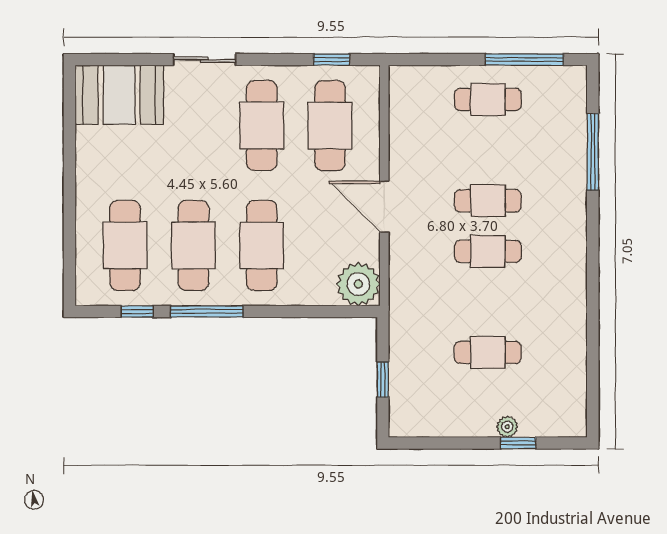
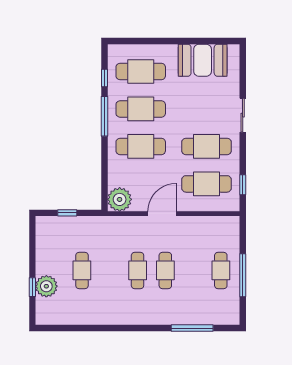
window: (524, 60) -> (243, 275), moved
booth: (119, 95) -> (203, 60), moved, turned 90
plant: (507, 427) -> (46, 286), width x1.88, depth x1.88

